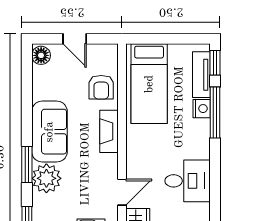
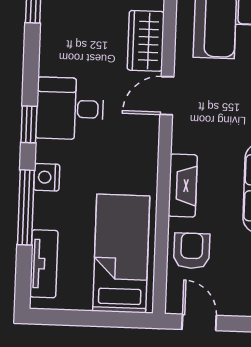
door: (75, 39) -> (199, 322), moved
window: (215, 63) -> (29, 124), moved
nightstand: (202, 109) -> (47, 177), moved

